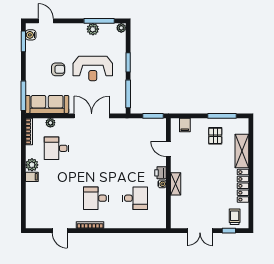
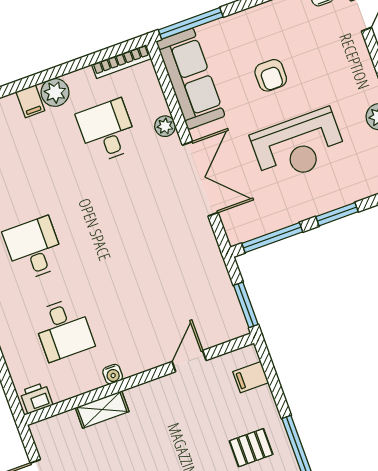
reception desk: (93, 68) -> (298, 146), turned -90
plant: (50, 123) -> (165, 126), moved
printer: (160, 173) -> (36, 398), moved
shelving: (176, 184) -> (102, 410), moved

